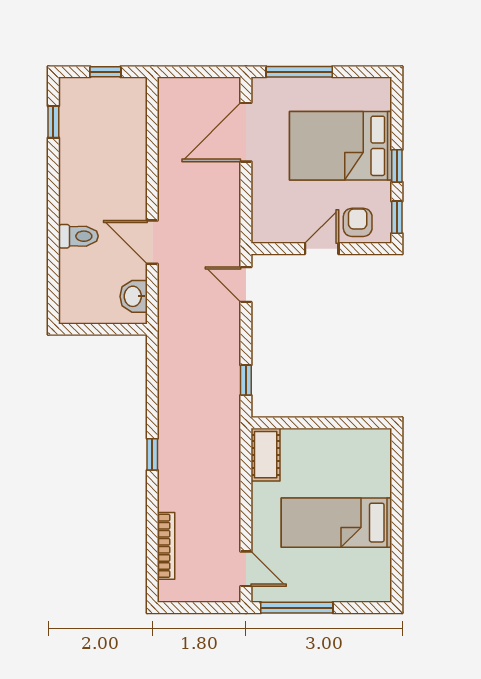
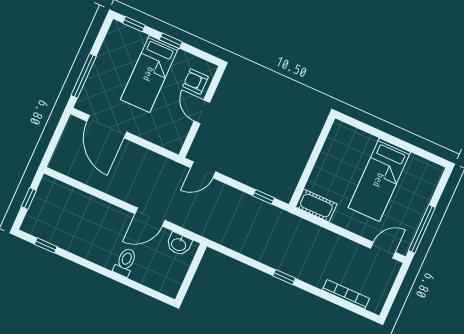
bed: (341, 146) -> (149, 74), width x0.67
window: (397, 217) -> (134, 24), moved

